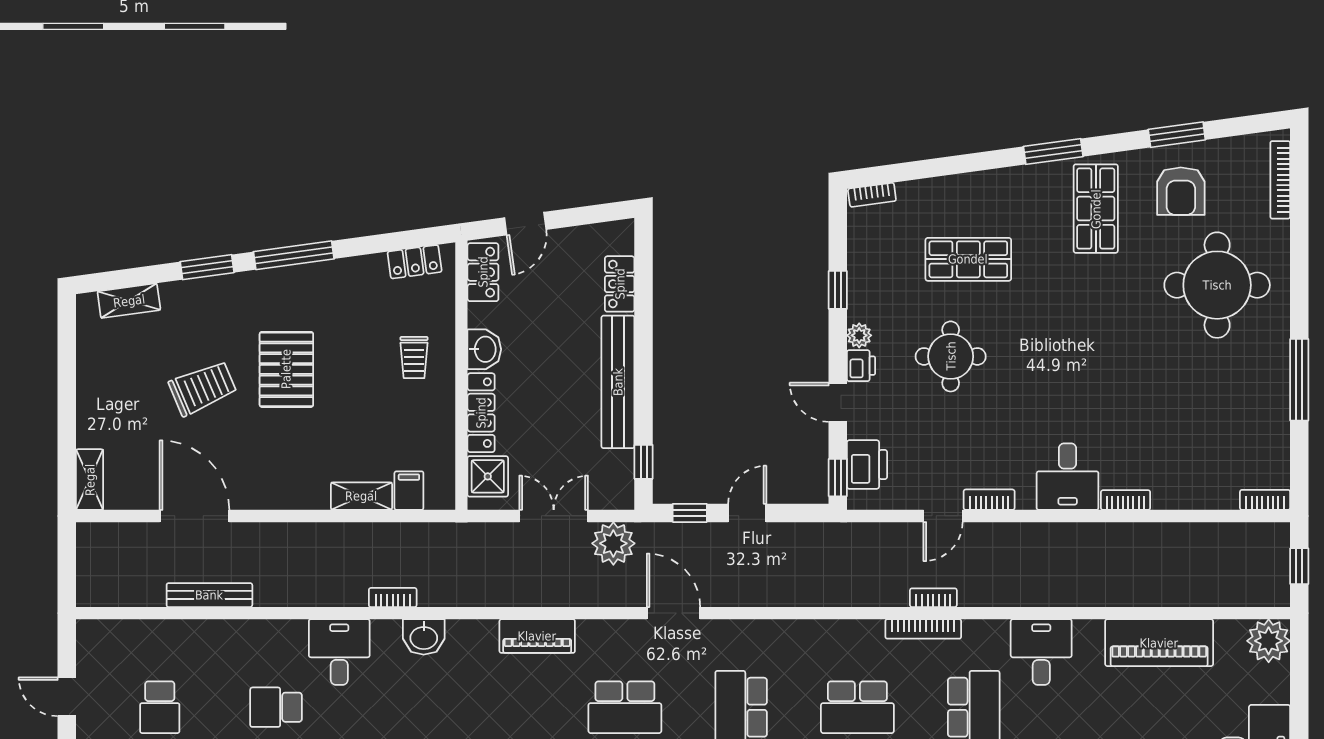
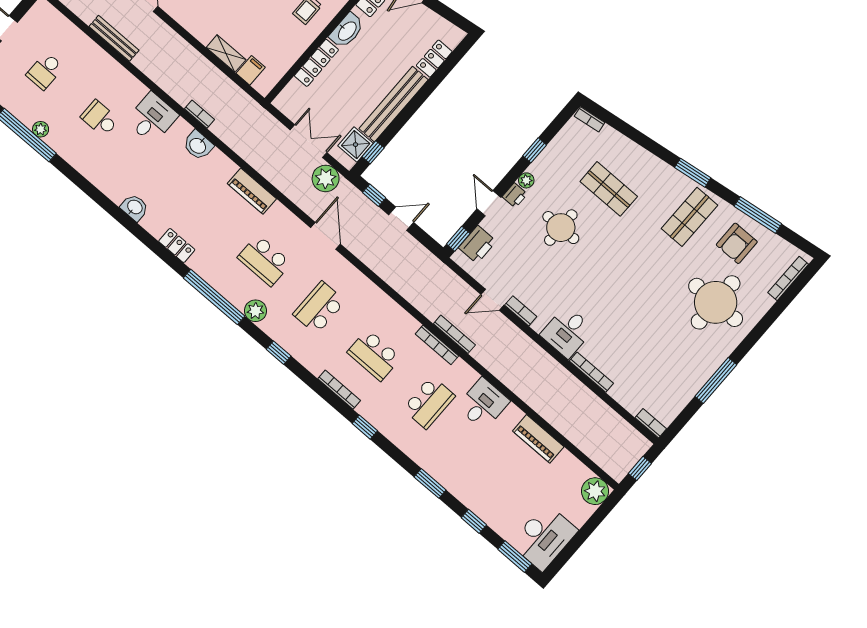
window: (1177, 135) -> (758, 215), width x1.44
washbasin: (484, 349) -> (347, 31), width x1.38
shower: (488, 476) -> (356, 145), moved
bookcase: (1126, 500) -> (591, 372), width x1.56
bookcase: (933, 598) -> (454, 334), width x1.56
piano: (1159, 643) -> (538, 439), width x0.73, depth x0.75

